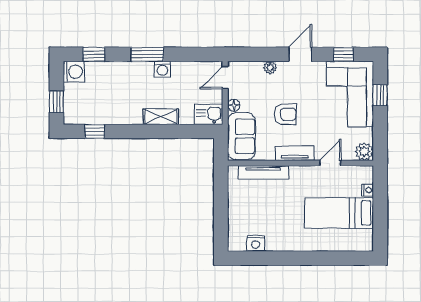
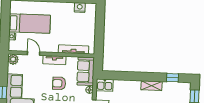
shelving: (161, 117) -> (152, 86), moved
door: (330, 163) -> (34, 53), swing flipped

